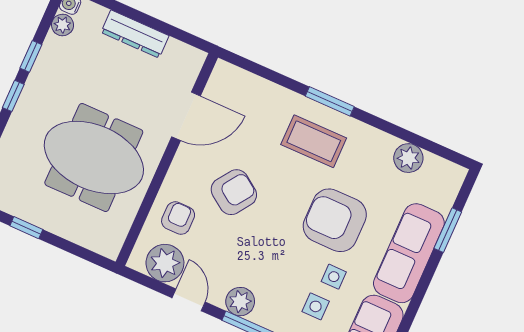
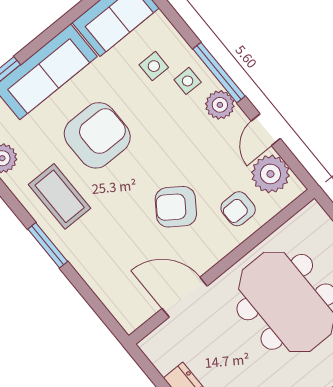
coffee table: (314, 141) -> (60, 196), moved
armchair: (335, 220) -> (97, 135), turned -90
side table: (334, 277) -> (188, 81), moved

